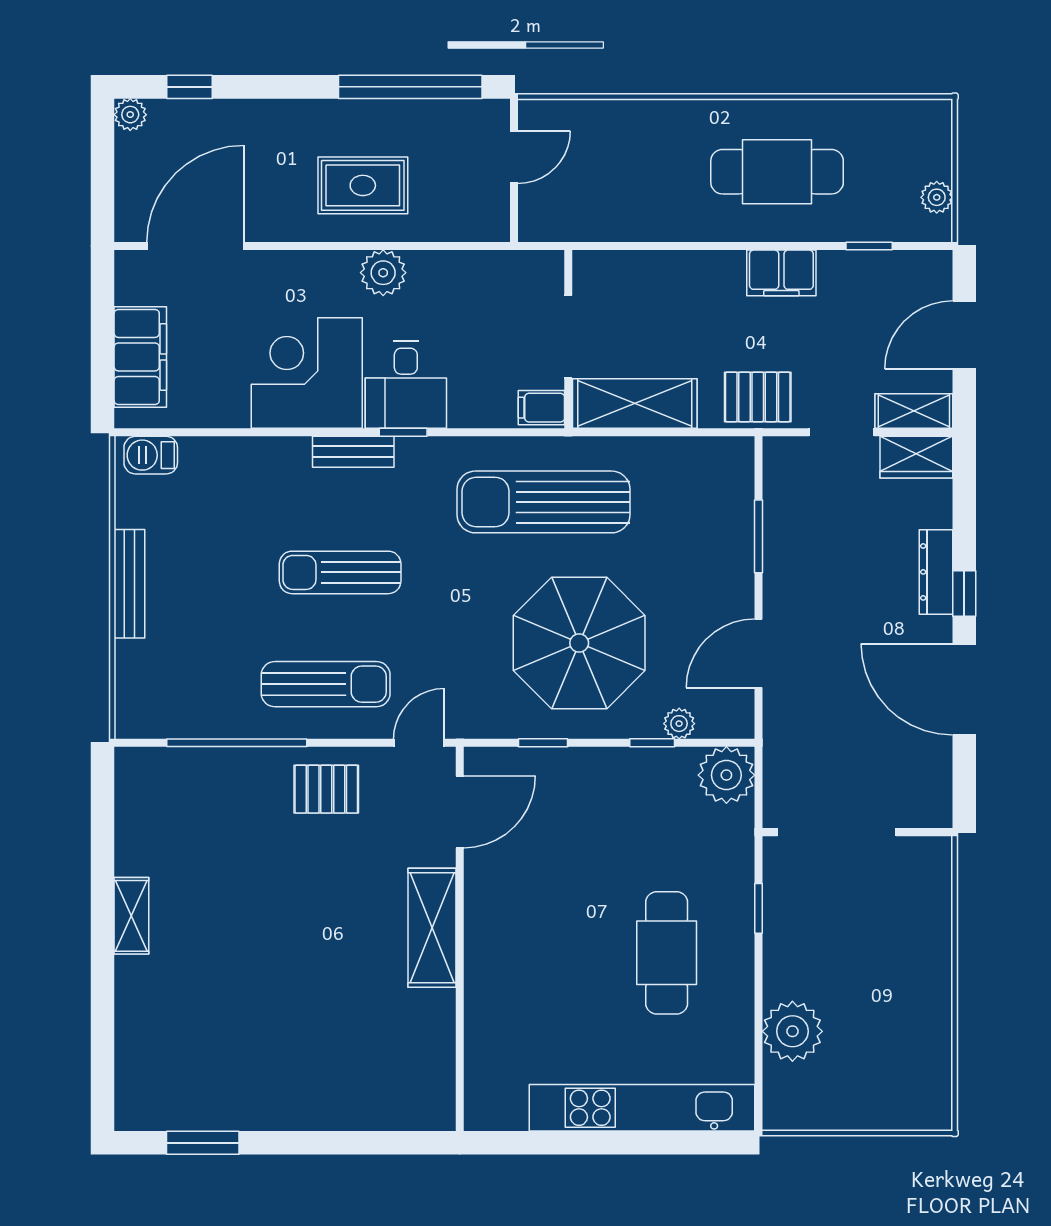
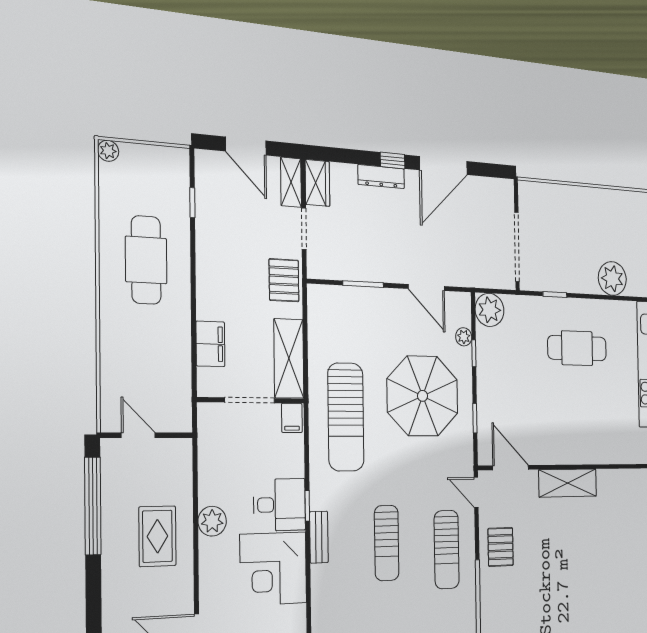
plant: (937, 197) -> (108, 151), moved
filing cabinet: (781, 273) -> (210, 344), moved
sun lounger: (326, 684) -> (447, 550), turned 180

